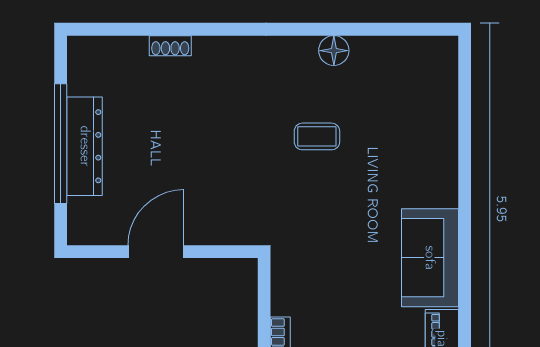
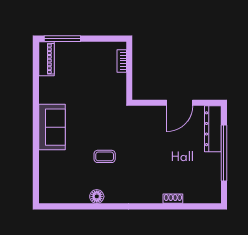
dresser: (85, 146) -> (213, 129), moved
sofa: (430, 258) -> (52, 127), moved

